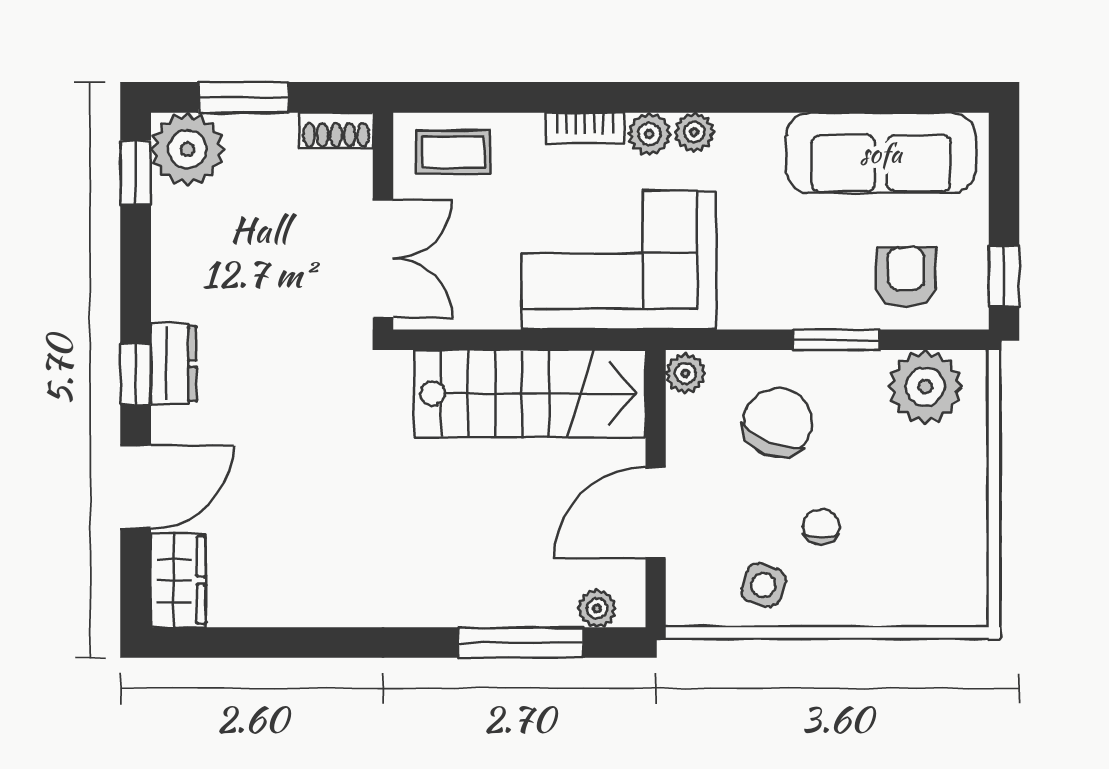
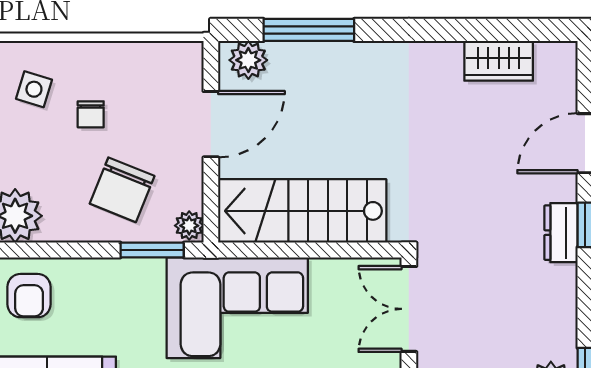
window: (836, 340) -> (152, 250), moved
wardrobe: (178, 580) -> (499, 61), moved, turned -90
side table: (763, 585) -> (34, 89), moved
plant: (597, 608) -> (248, 60), width x1.38, depth x1.38

